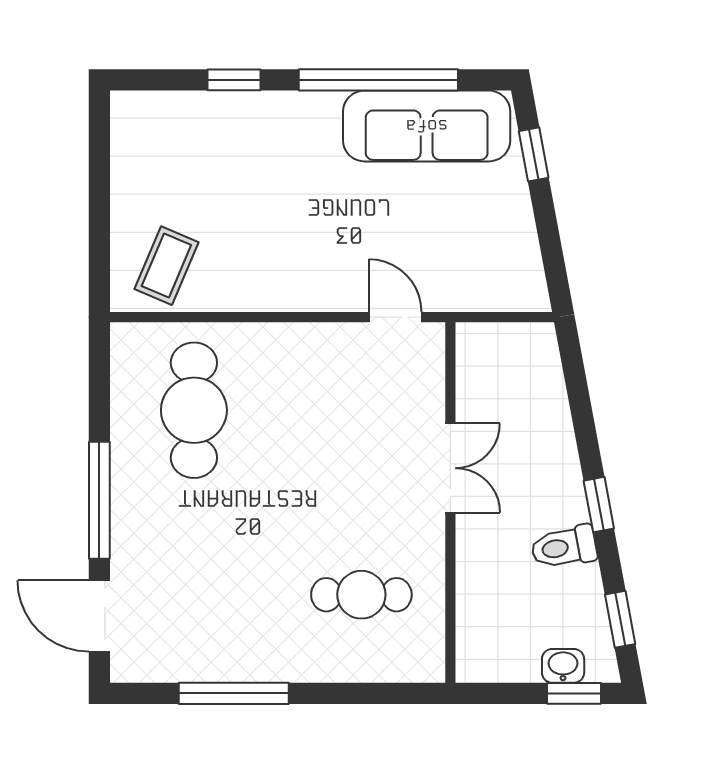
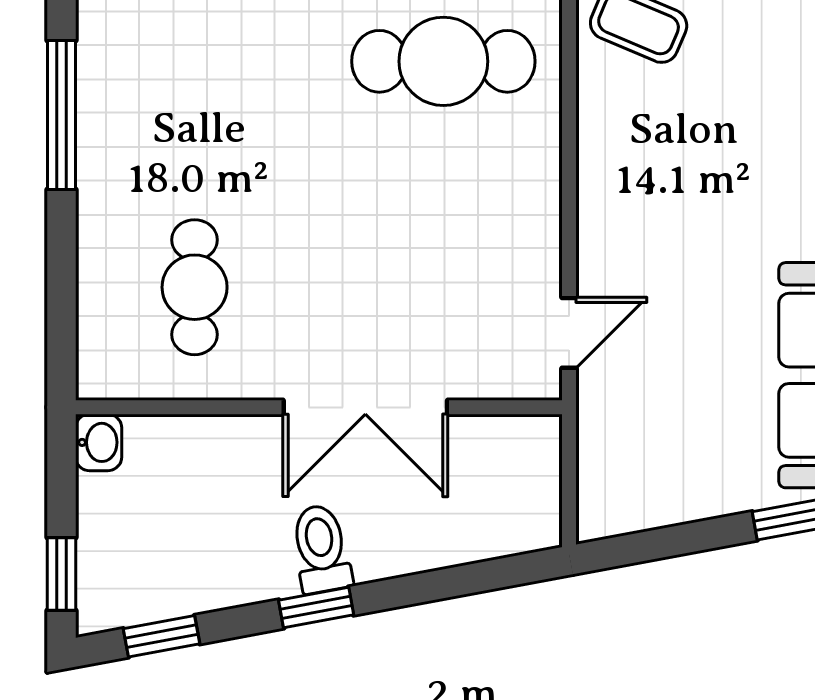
double door: (450, 468) -> (365, 407), width x1.37
toilet: (564, 547) -> (321, 549), moved
washbasin: (563, 666) -> (99, 442), moved

